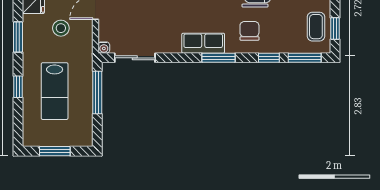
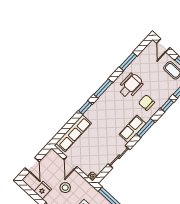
sliding door: (135, 58) -> (119, 157), moved

